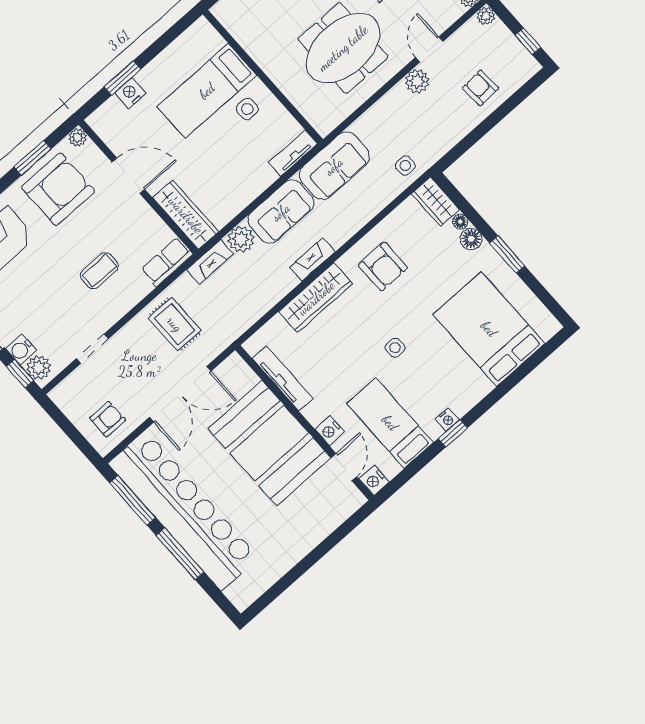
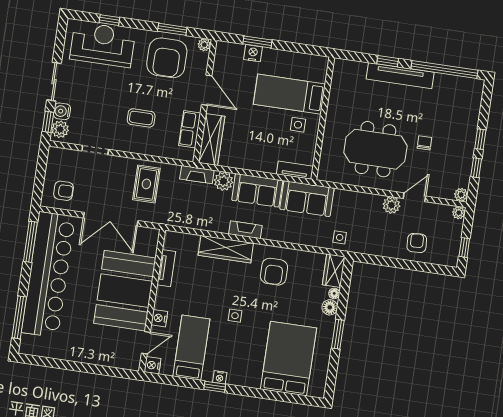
armchair: (58, 189) -> (167, 58), turned 90
row of seats: (167, 262) -> (190, 129), moved, turned -90
tv unit: (283, 378) -> (166, 268), width x0.71
window: (180, 554) -> (19, 317), moved

